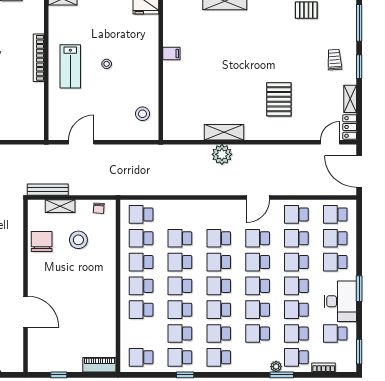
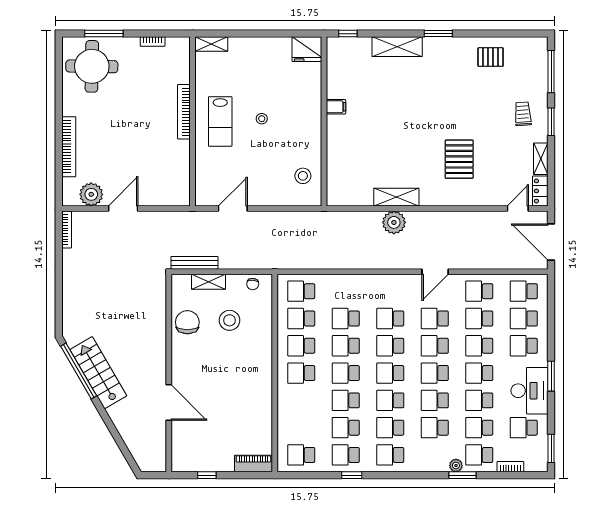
school desk: (141, 310) -> (301, 400), removed

